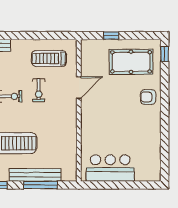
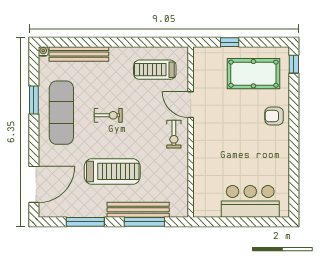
door: (79, 87) -> (191, 105), swing flipped
exercise bike: (39, 90) -> (174, 134), moved
bar counter: (110, 168) -> (250, 201), moved

